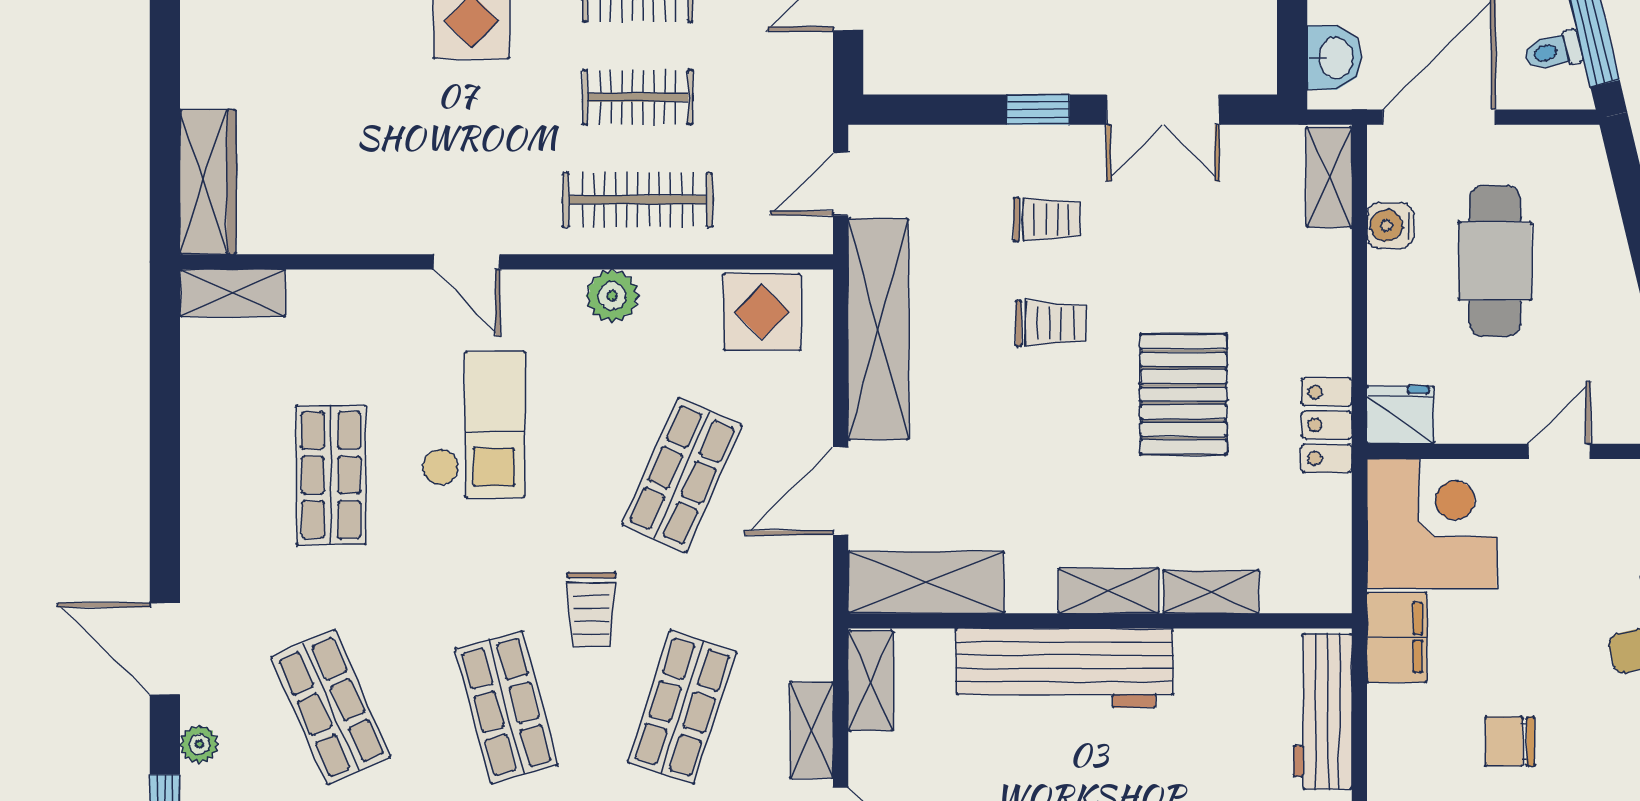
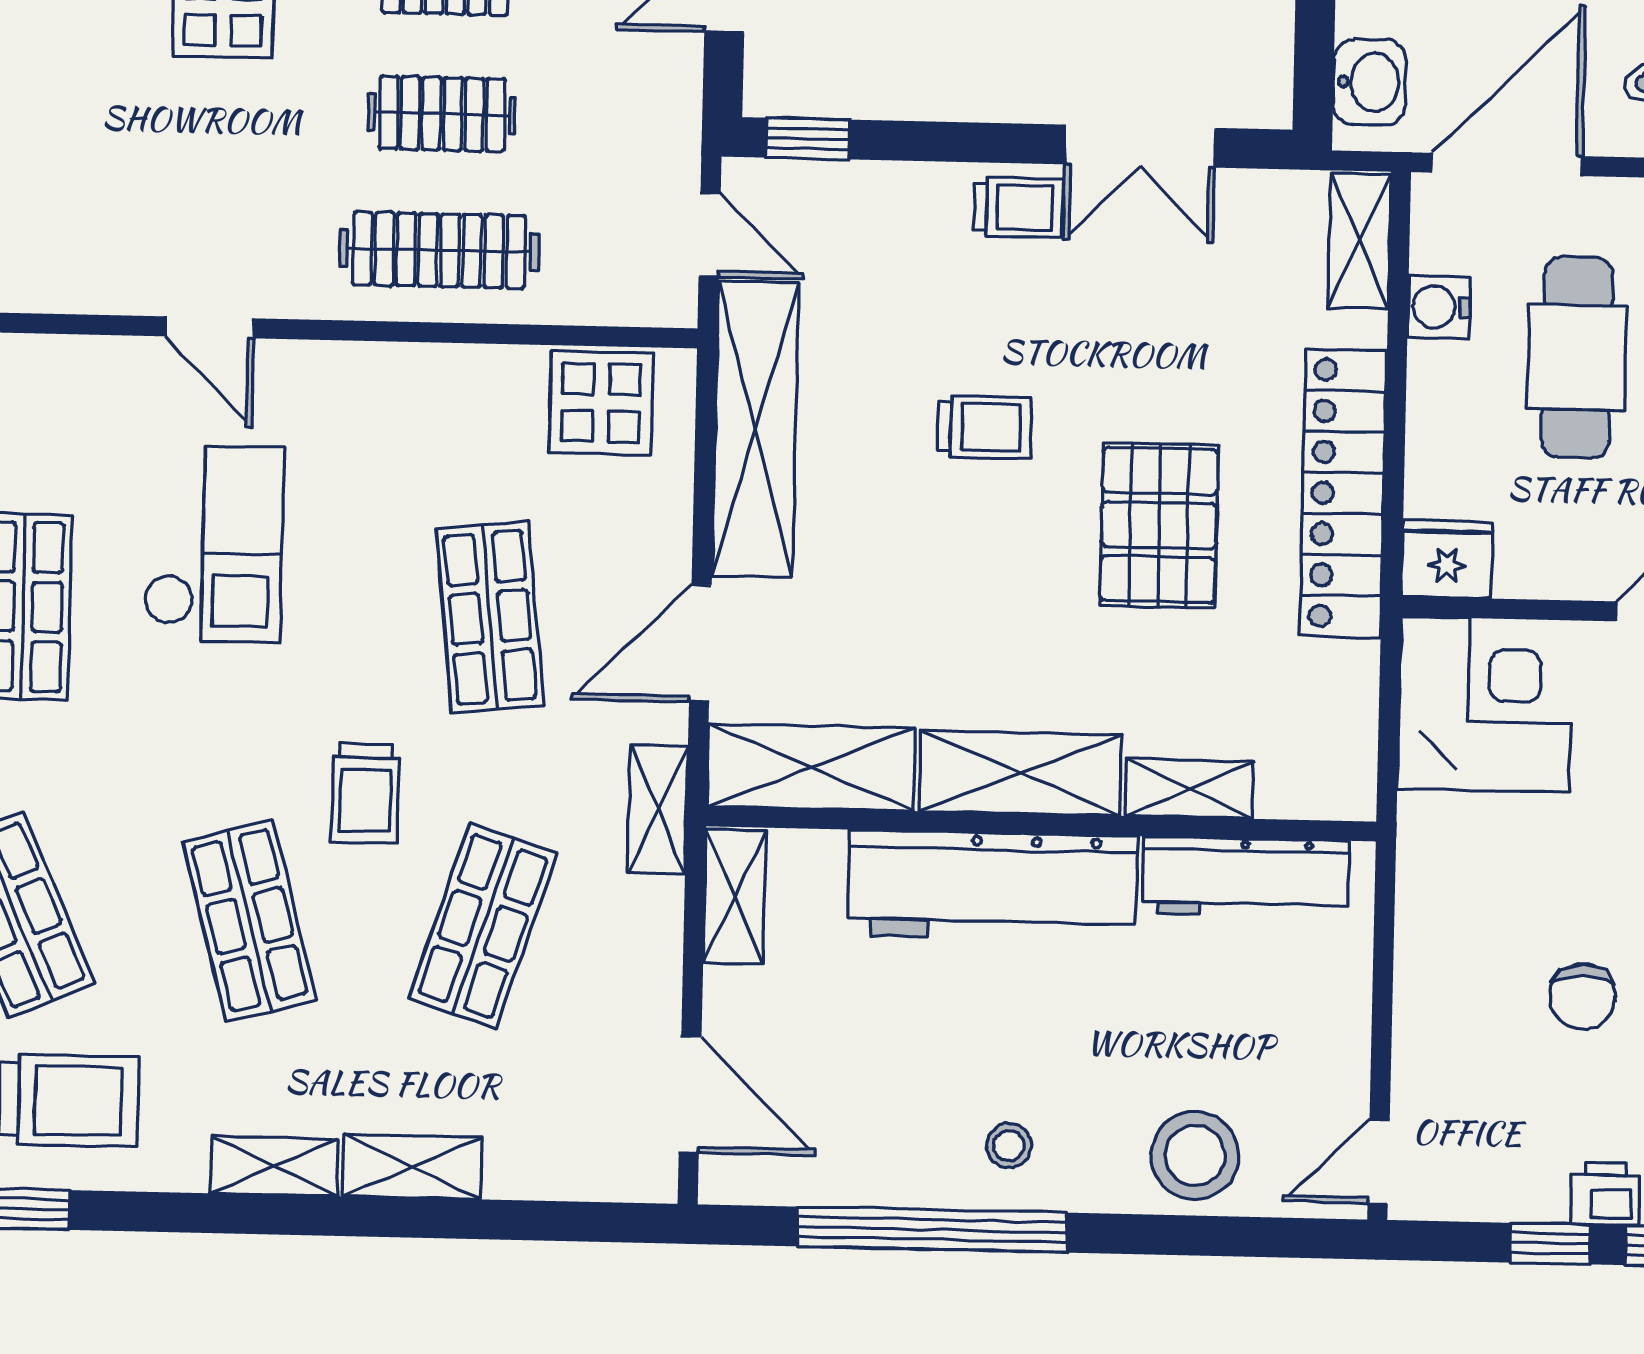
window: (1038, 110) -> (808, 139), moved
door: (841, 184) -> (710, 235), swing flipped
trolley: (1047, 219) -> (1018, 207), moved
plant: (612, 296) -> (402, 377), removed
locker: (1327, 425) -> (1343, 493), width x2.16, depth x1.21
shop shelf: (682, 475) -> (490, 617), turned -30
shelving: (1109, 591) -> (1020, 773), width x1.50, depth x1.33
filing cabinet: (1397, 637) -> (1435, 855), removed
workbench: (1323, 711) -> (1246, 877), moved, turned -90
shelving: (812, 730) -> (658, 810), moved
chair: (1510, 741) -> (1582, 997), turned -90

